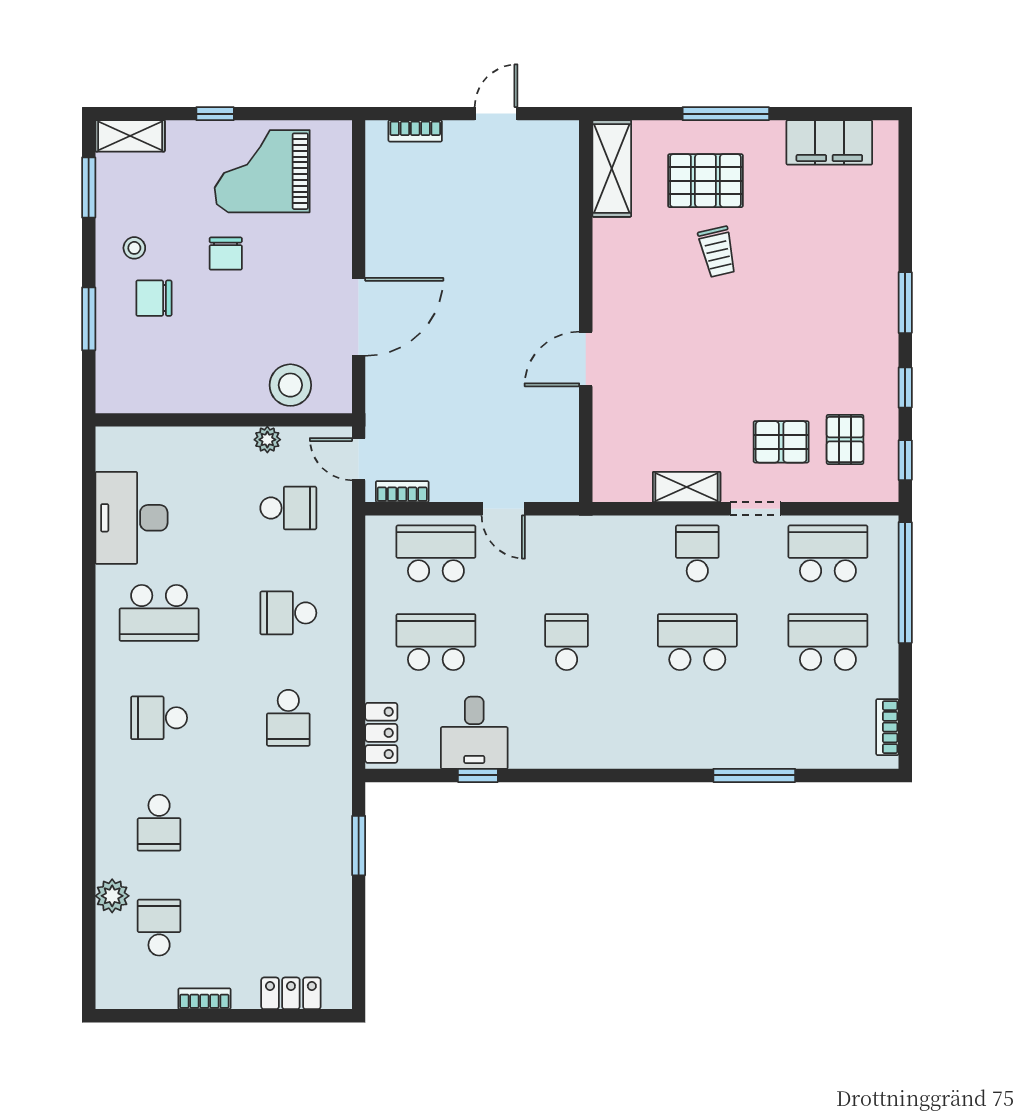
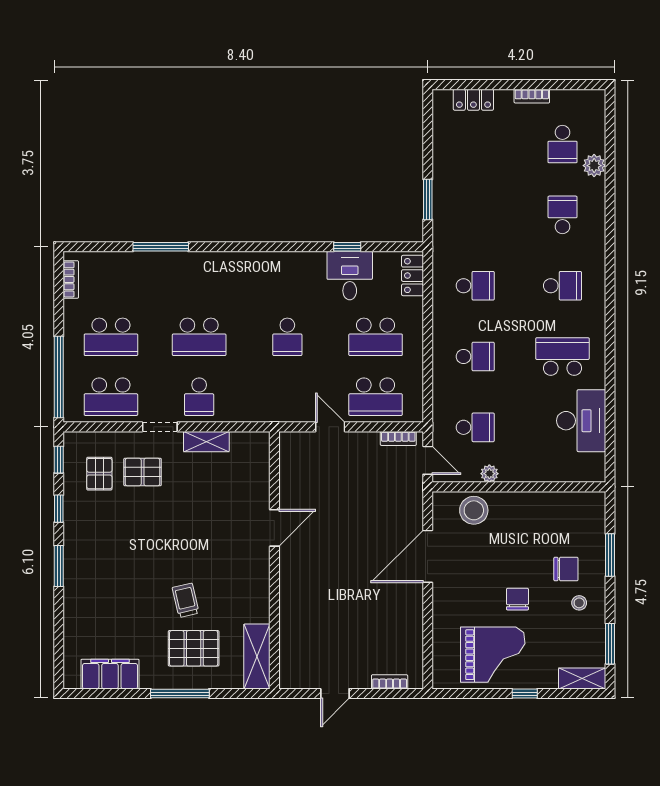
school desk: (288, 508) -> (475, 427), turned 180
school desk: (288, 718) -> (475, 286), turned 90

